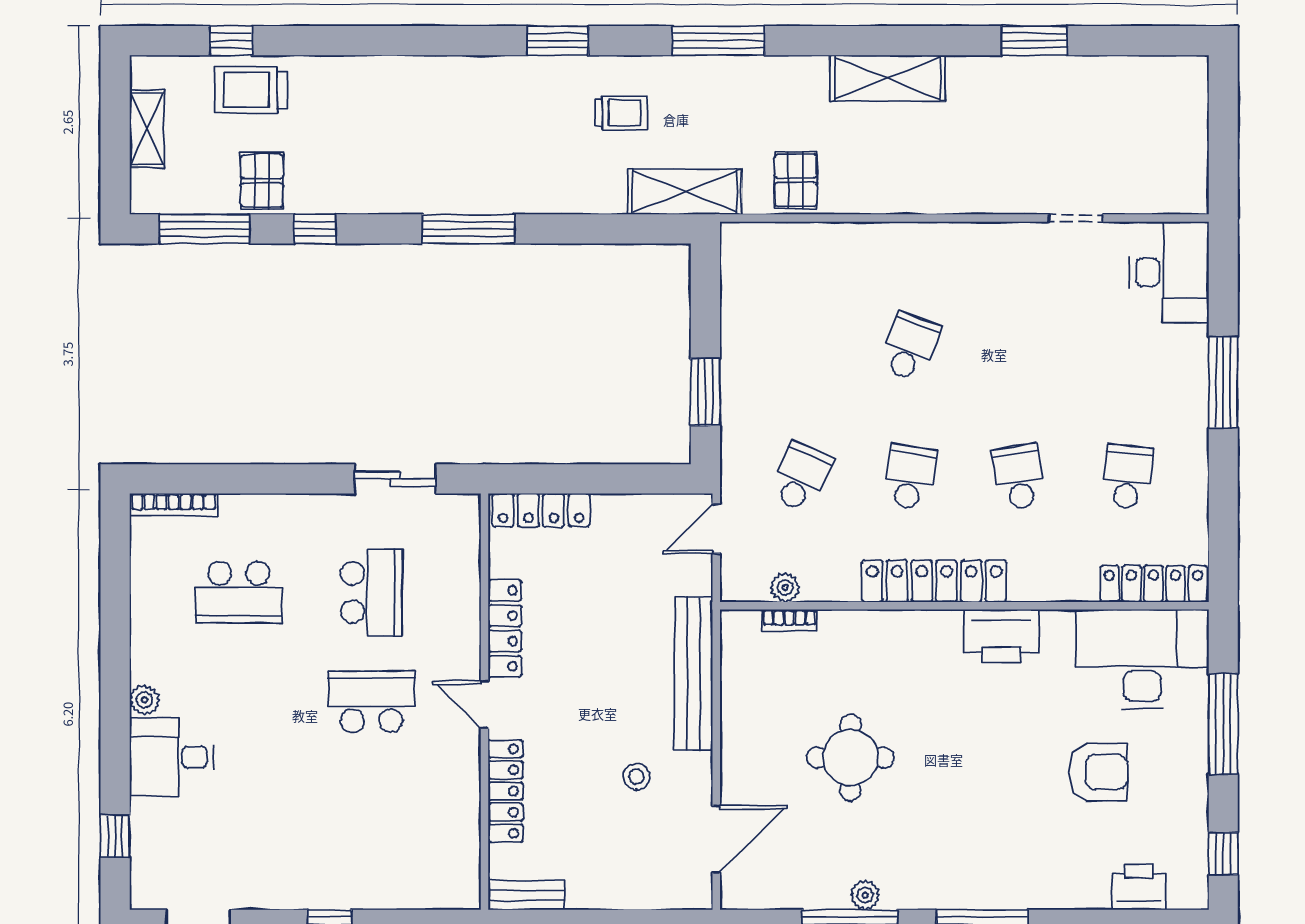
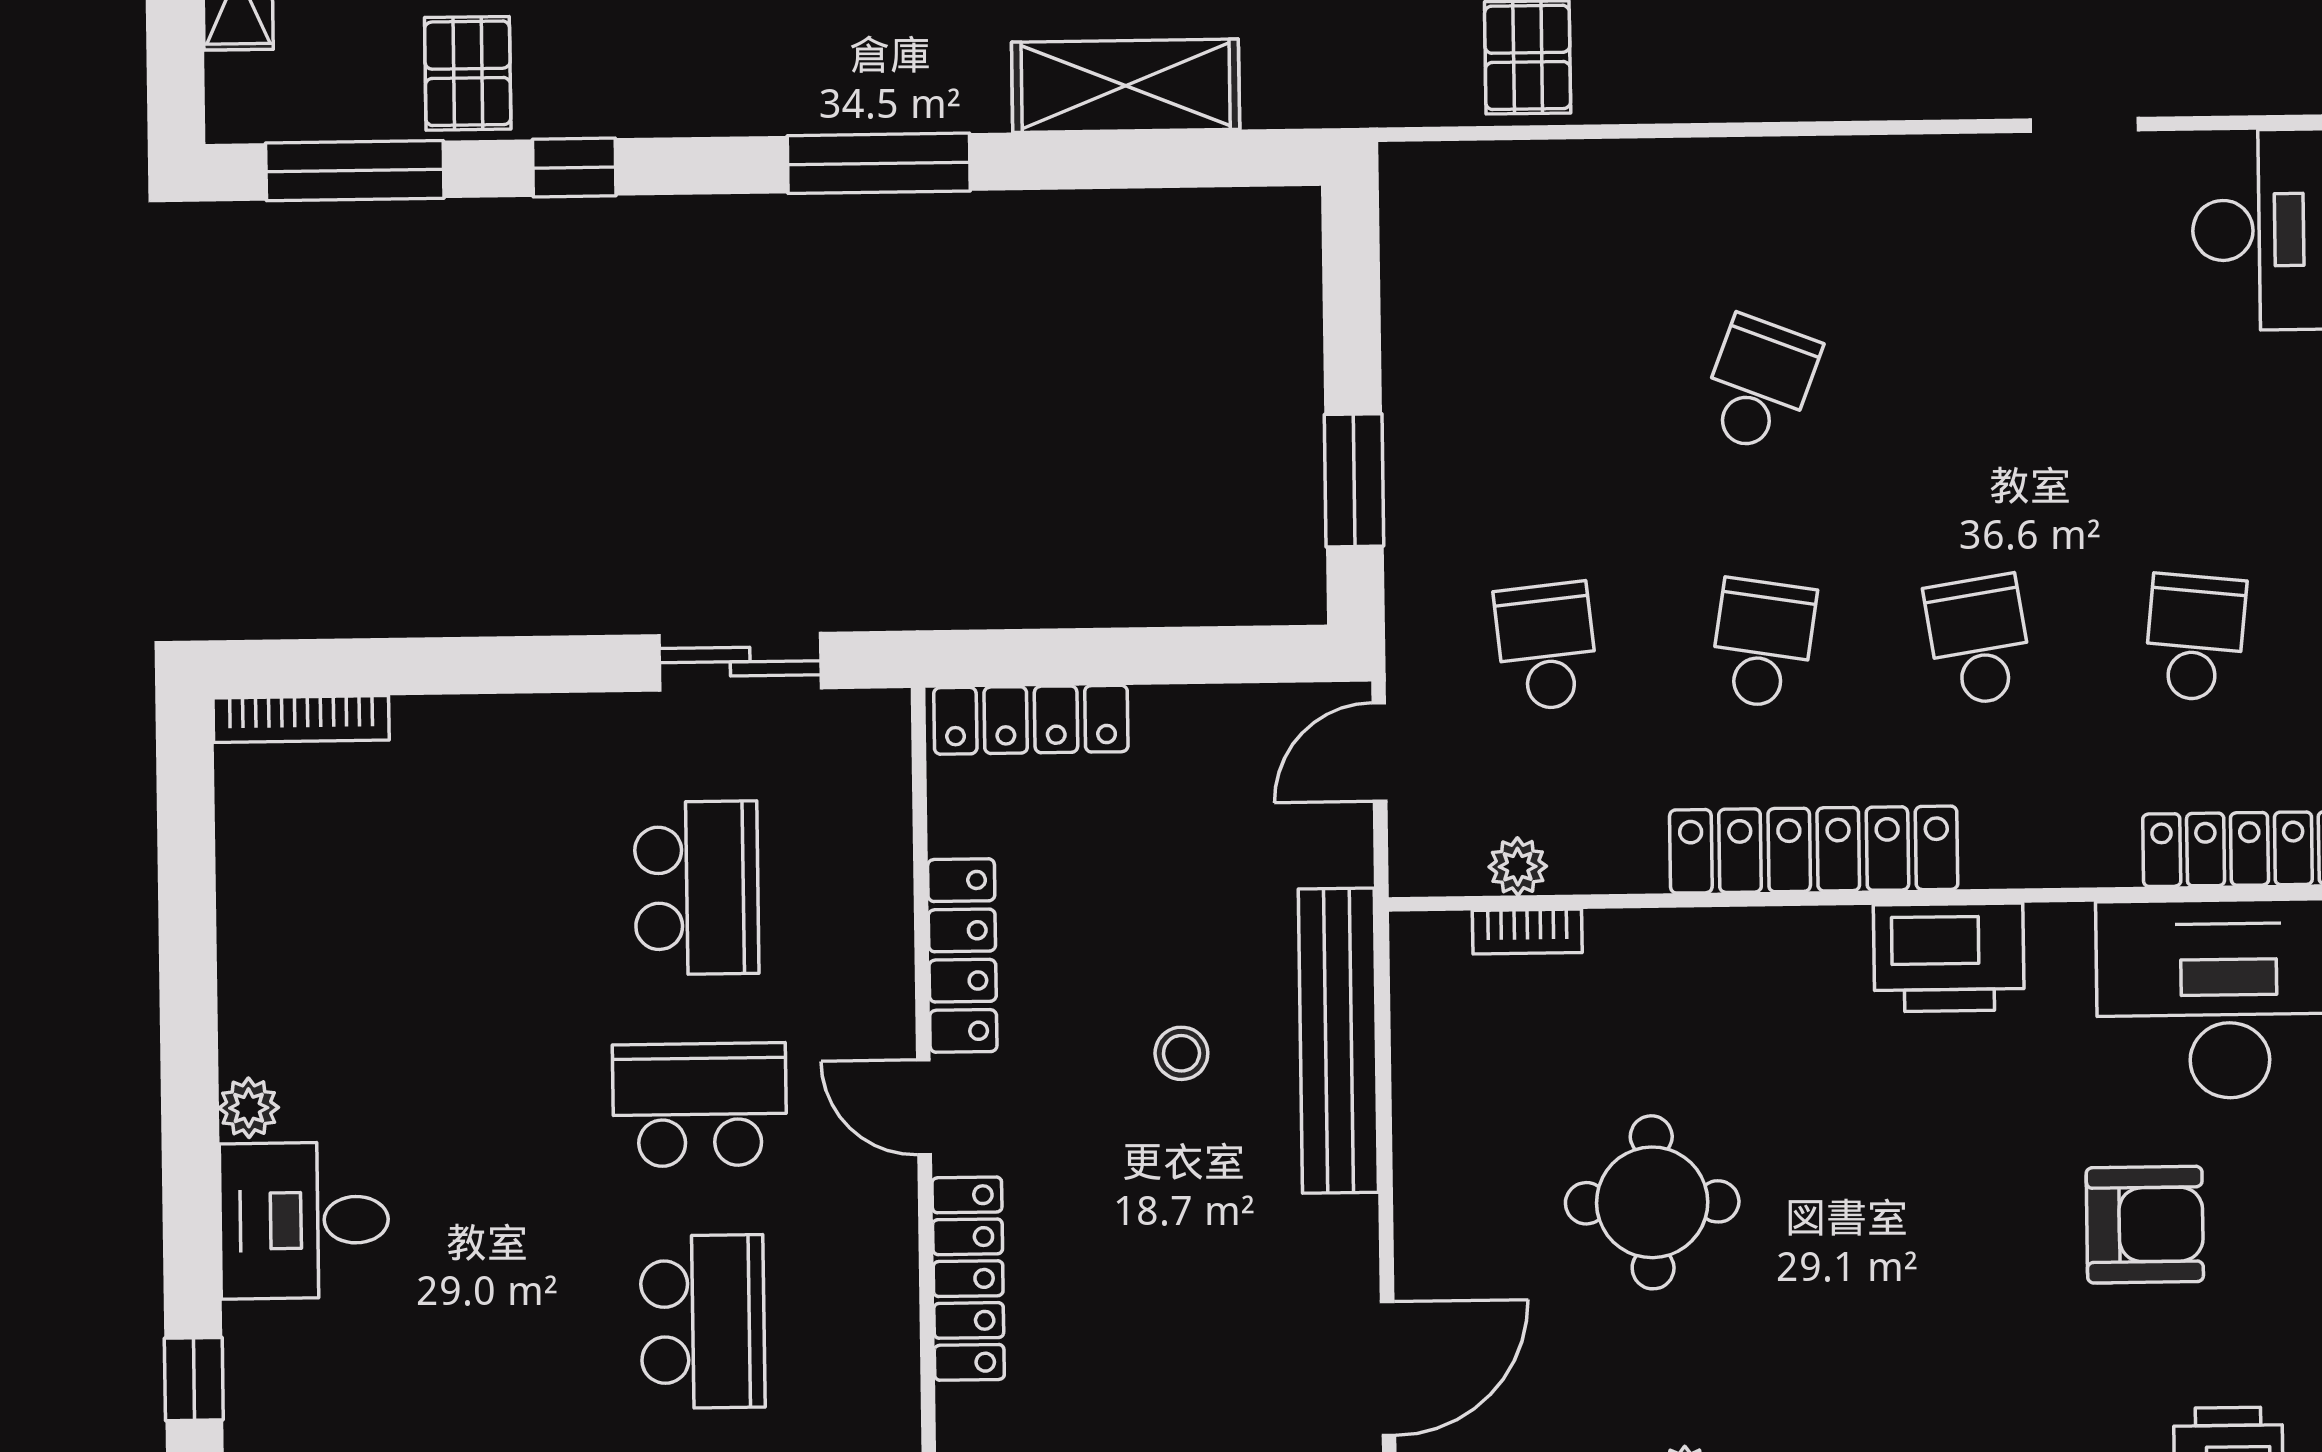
shelving: (685, 192) -> (1126, 86), moved
school desk: (801, 477) -> (1546, 647), turned -30
school desk: (239, 592) -> (703, 1322), moved, turned -90
stool: (637, 777) -> (1181, 1053), moved

